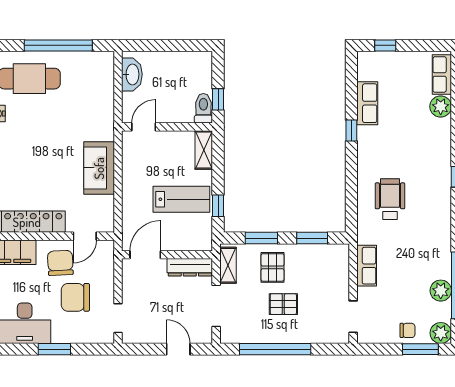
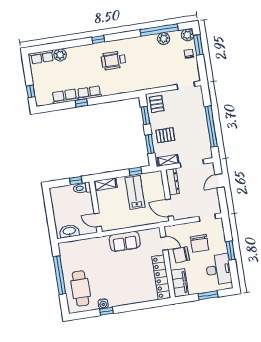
wheelchair: (390, 199) -> (113, 60), moved
row of seats: (367, 266) -> (89, 93), moved
pallet: (283, 304) -> (157, 104), moved

